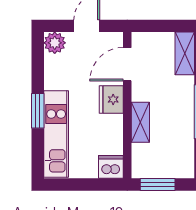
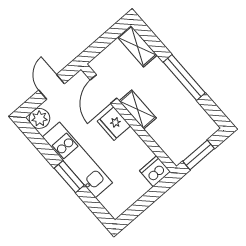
shelving: (140, 122) -> (138, 109), moved
kitchen unit: (56, 134) -> (77, 160), moved

